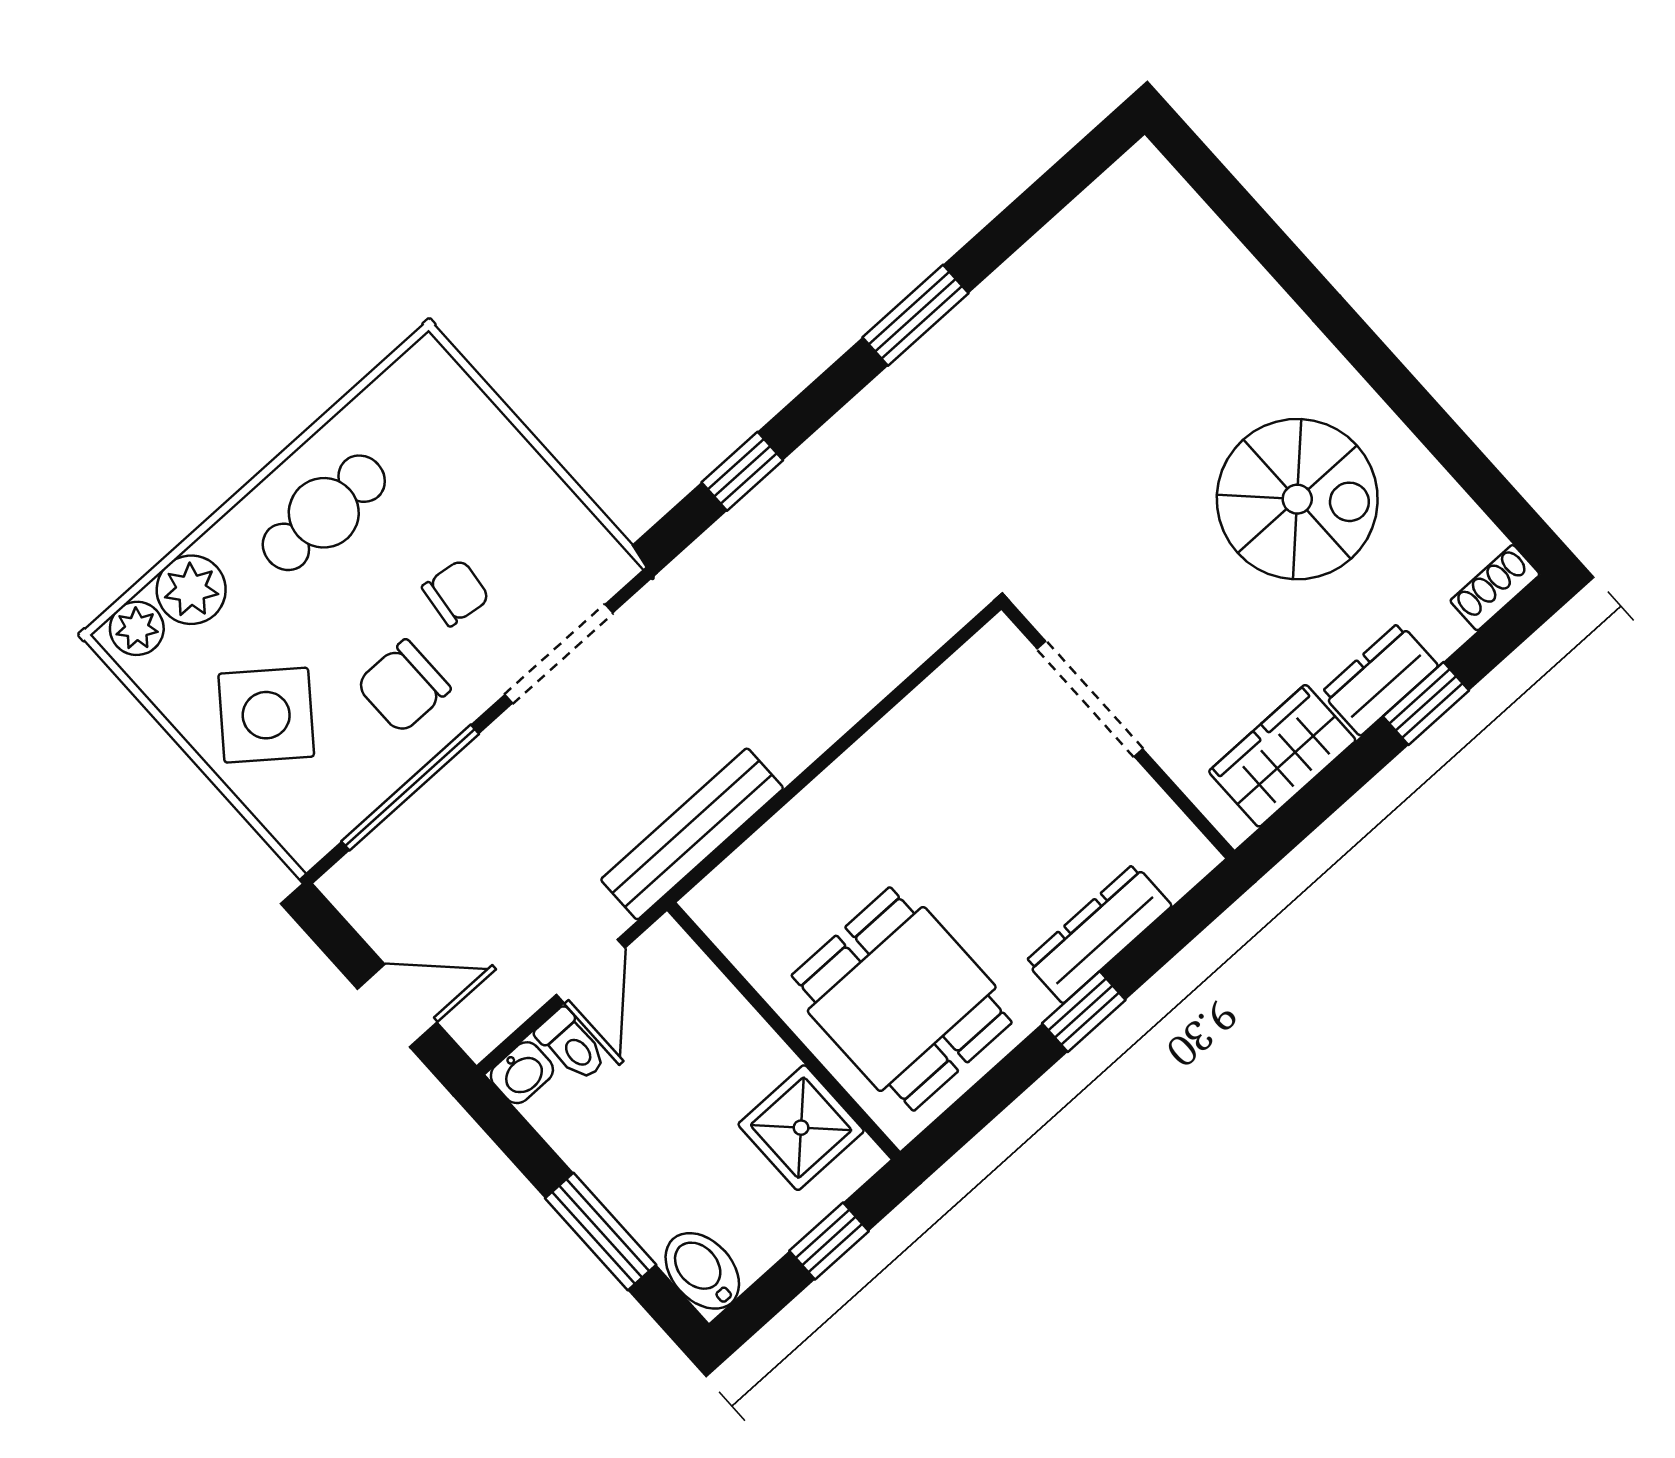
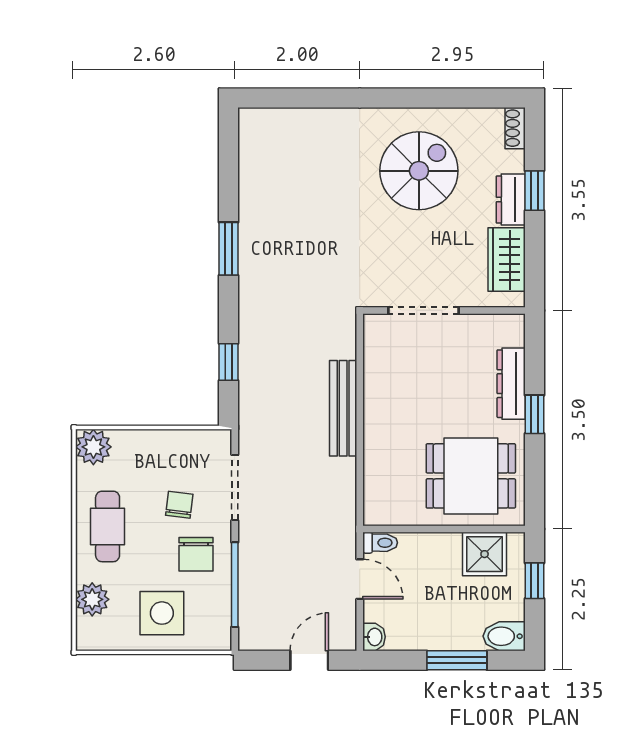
plant: (137, 628) -> (93, 447), moved, width x1.38, depth x1.38
side table: (266, 715) -> (162, 613), turned -38
bench: (692, 834) -> (343, 408), moved
toilet: (572, 1045) -> (380, 543), moved

